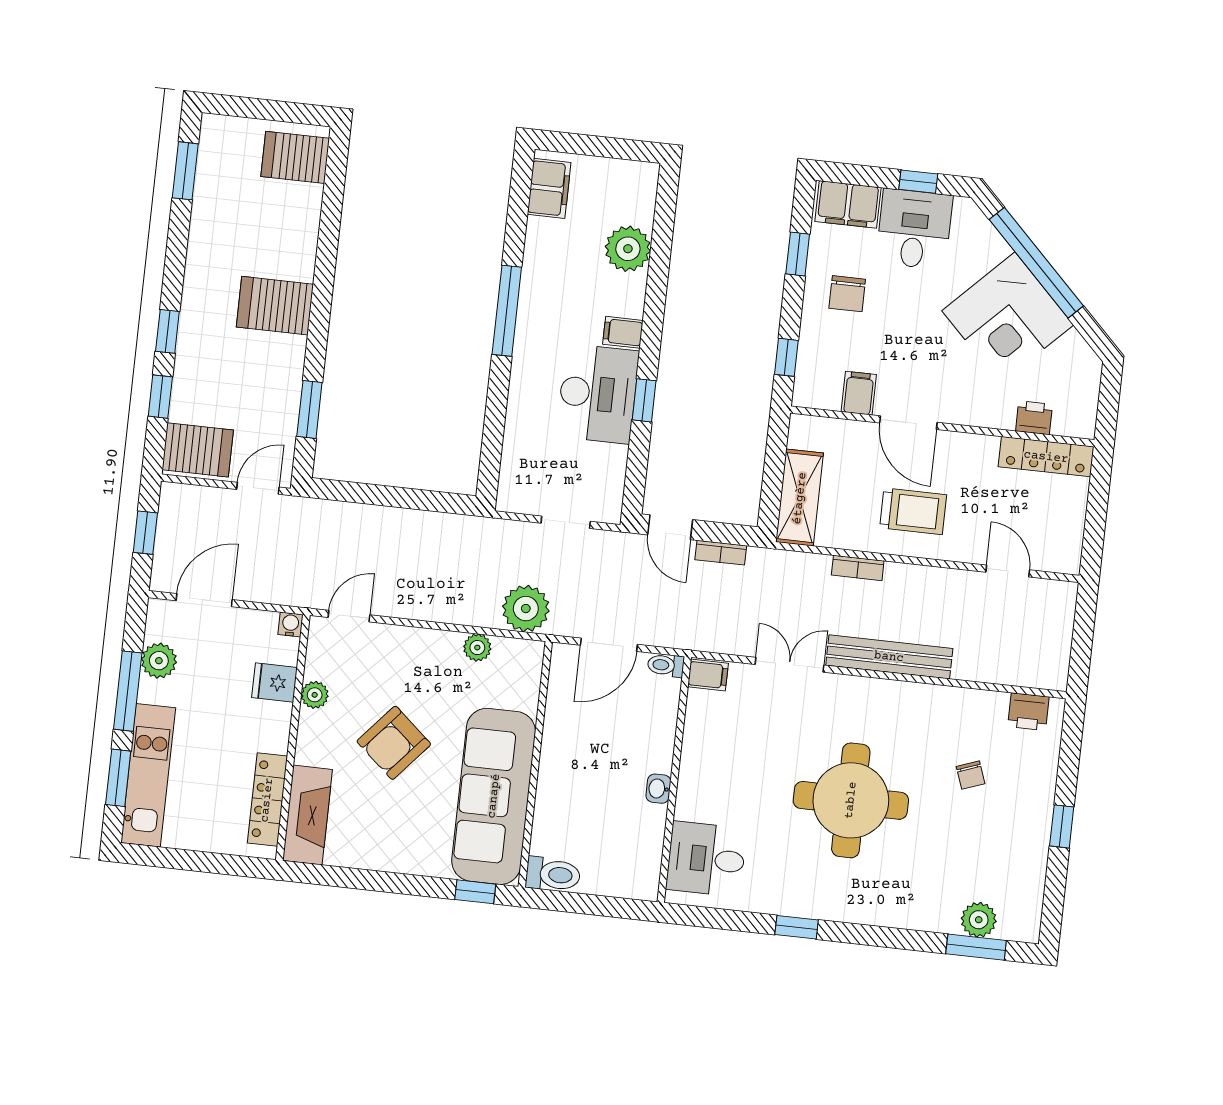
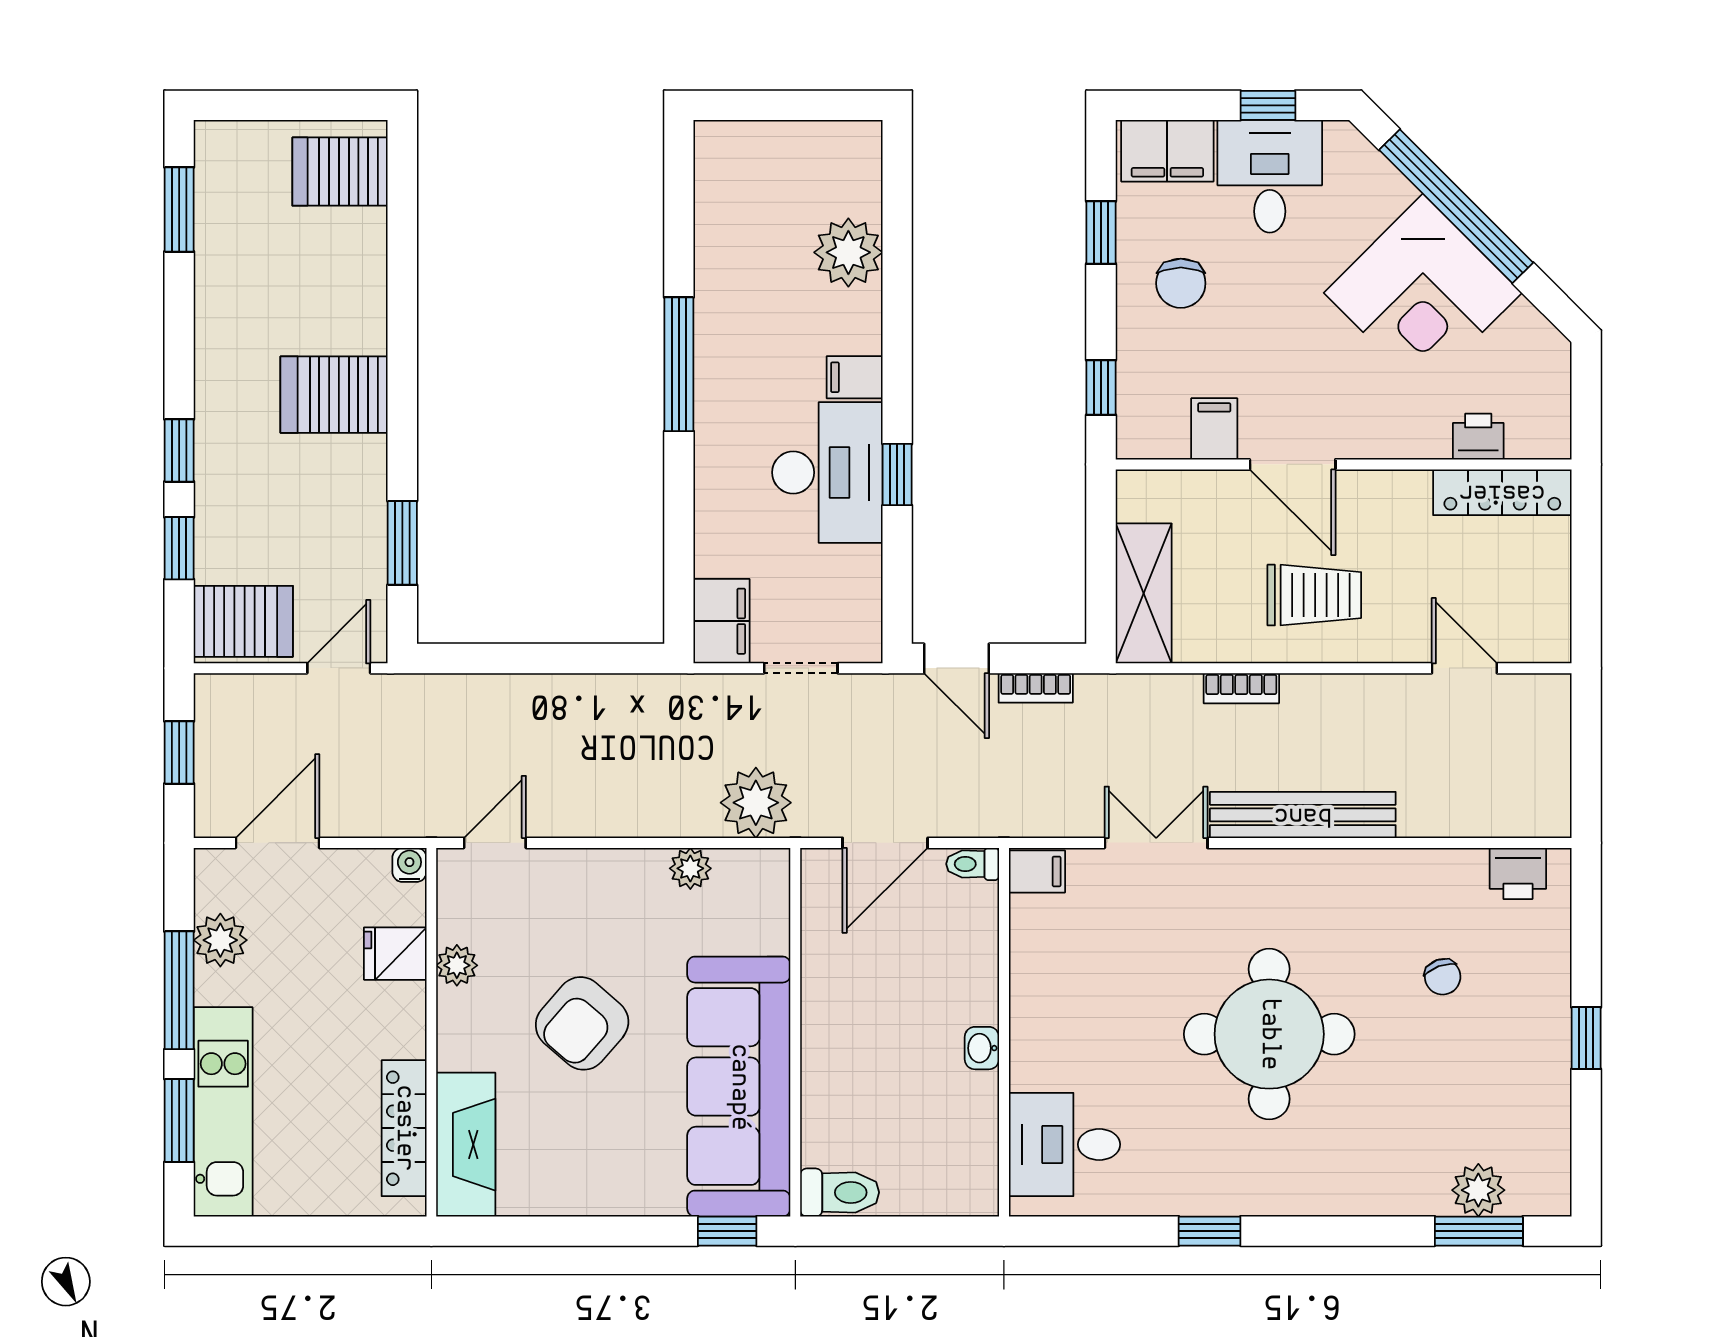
filing cabinet: (549, 188) -> (722, 621), moved

